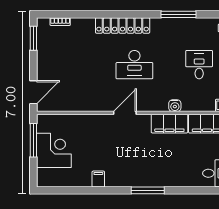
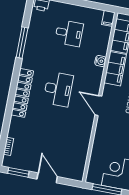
desk: (199, 65) -> (69, 33), turned 180
door: (33, 92) -> (47, 178), moved

